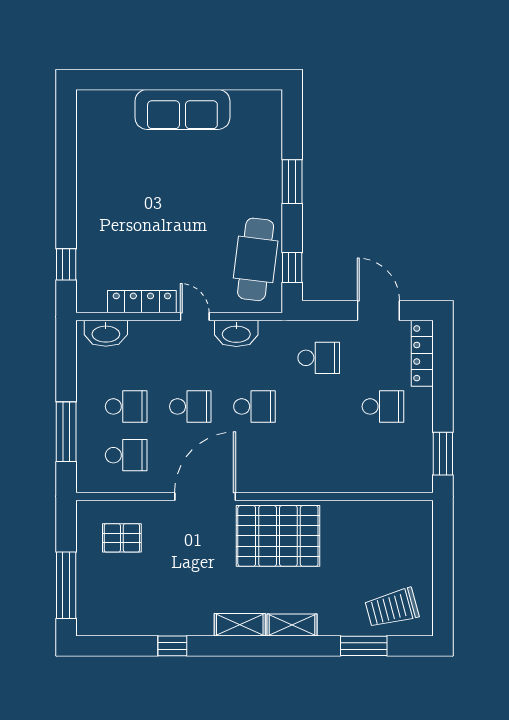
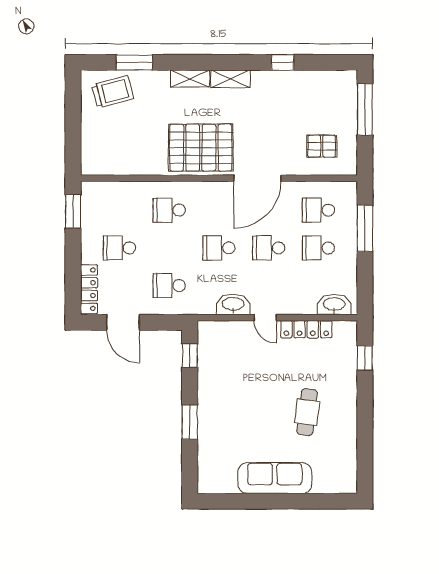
cafe table: (256, 259) -> (307, 412), moved, width x0.73, depth x0.74
school desk: (319, 455) -> (169, 210), added

